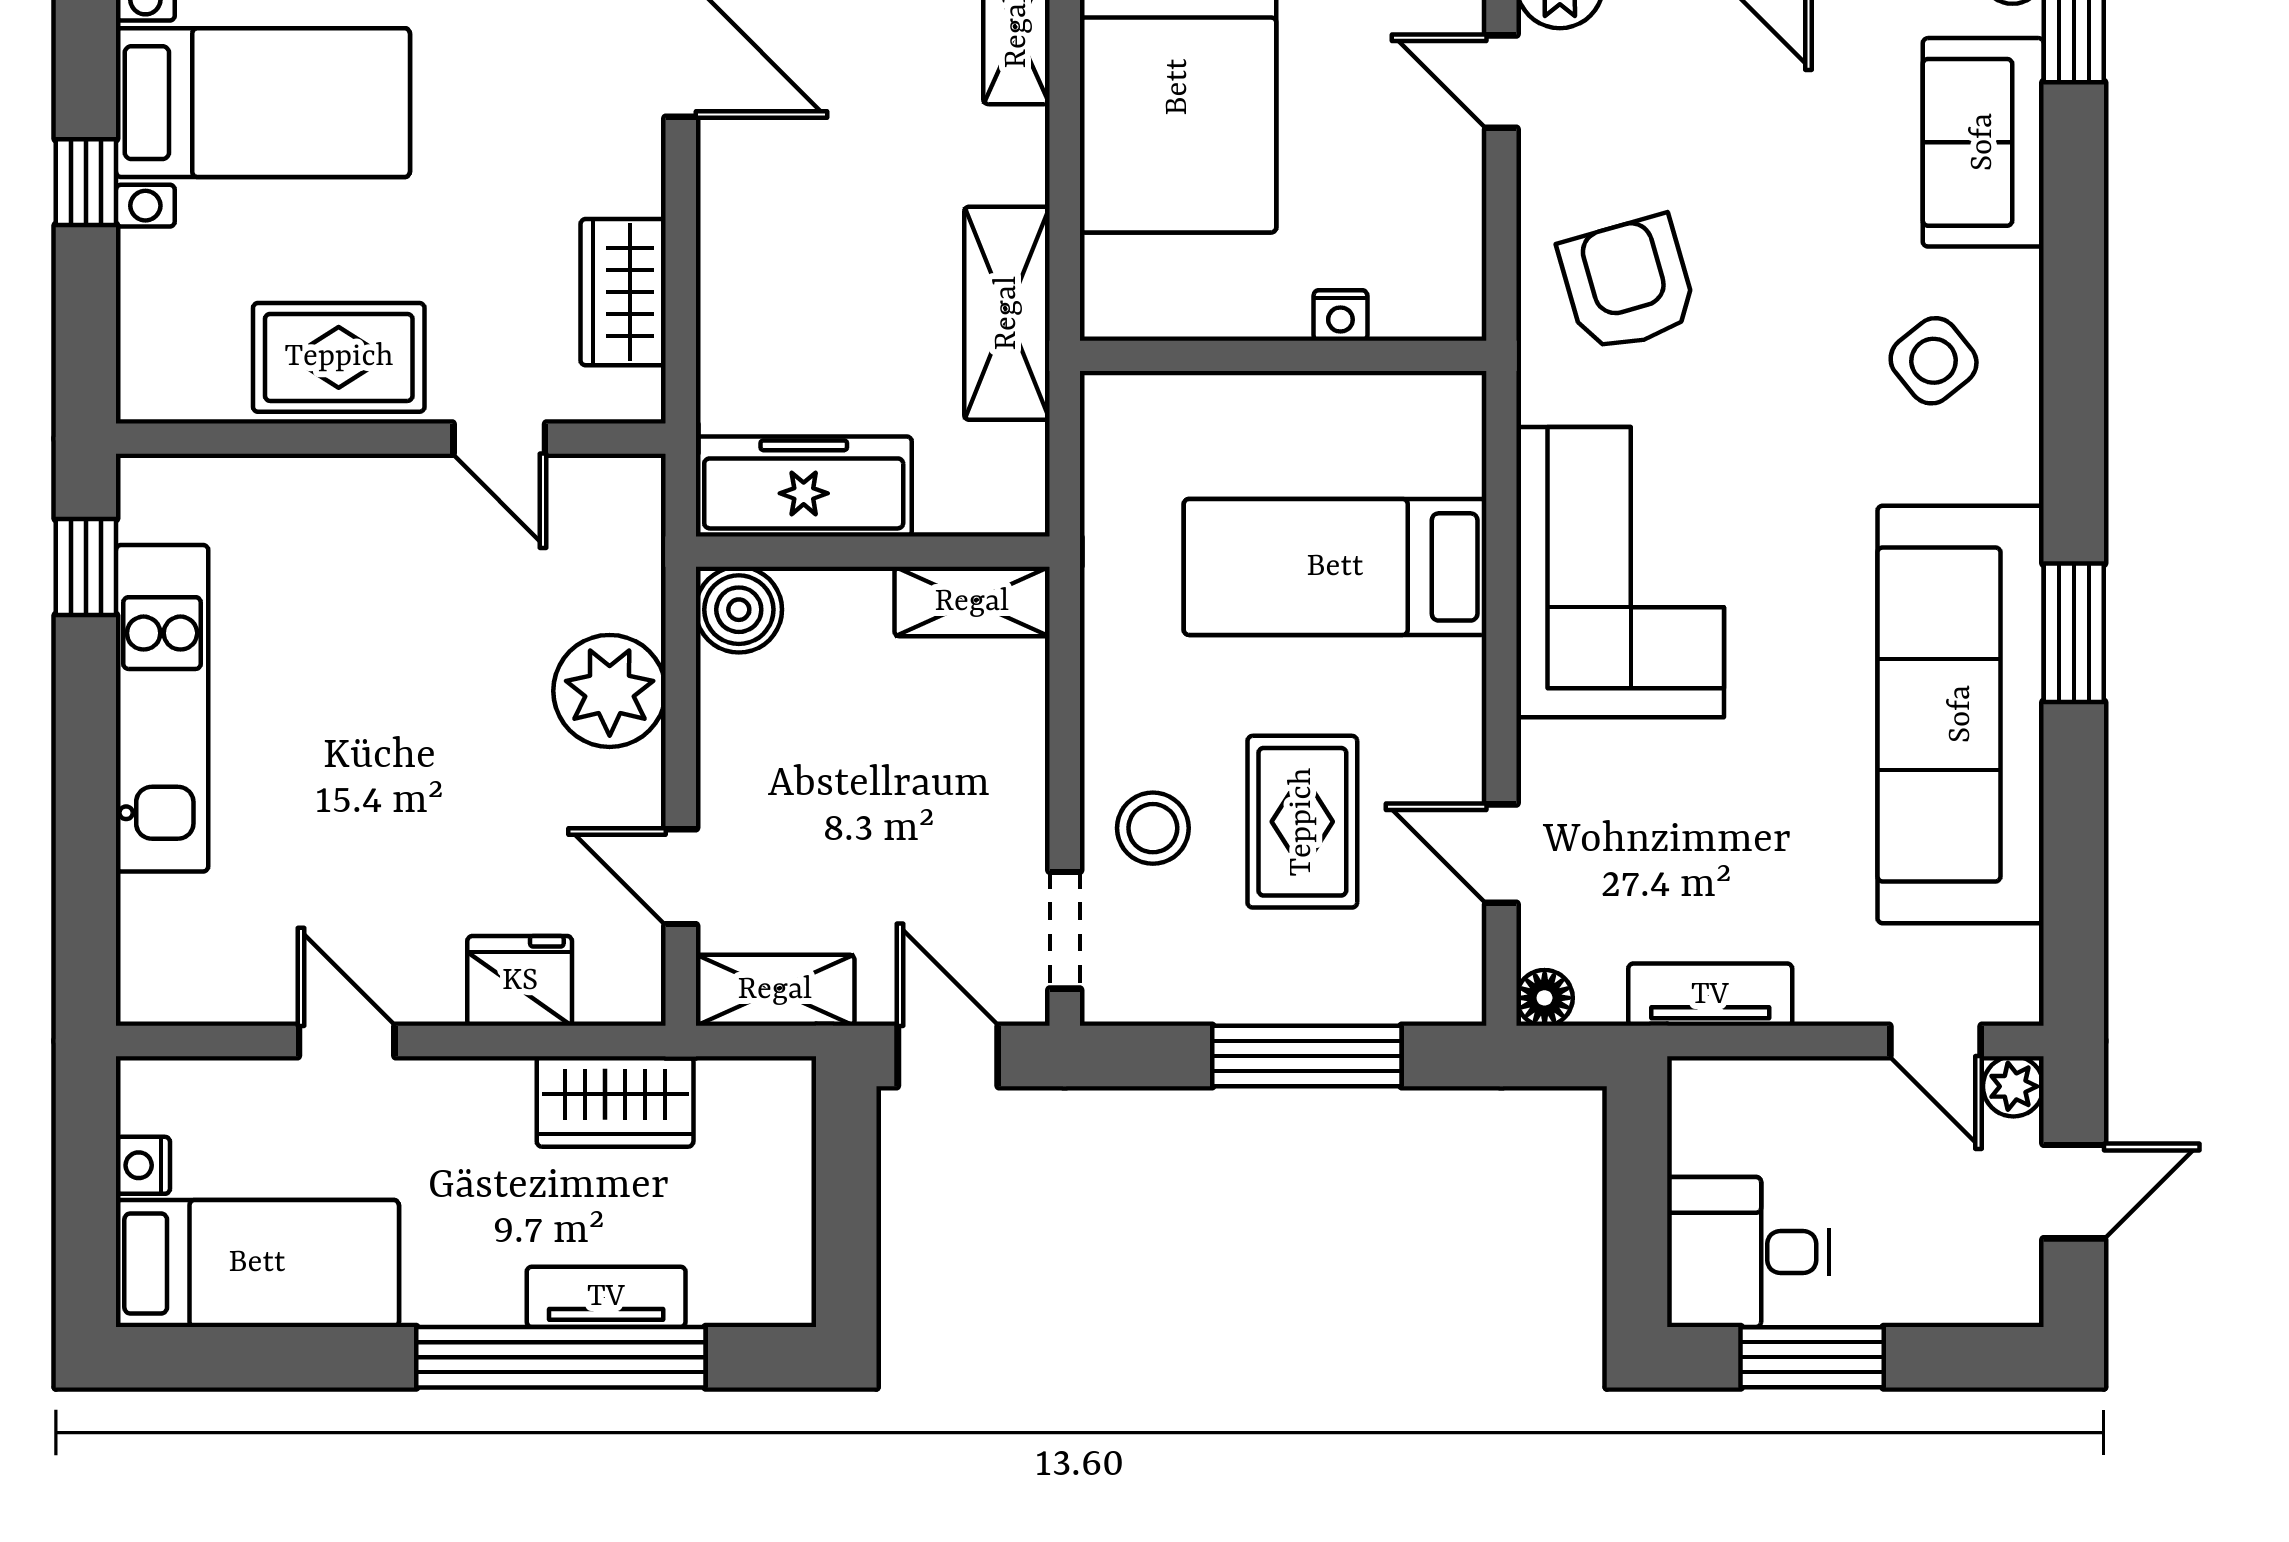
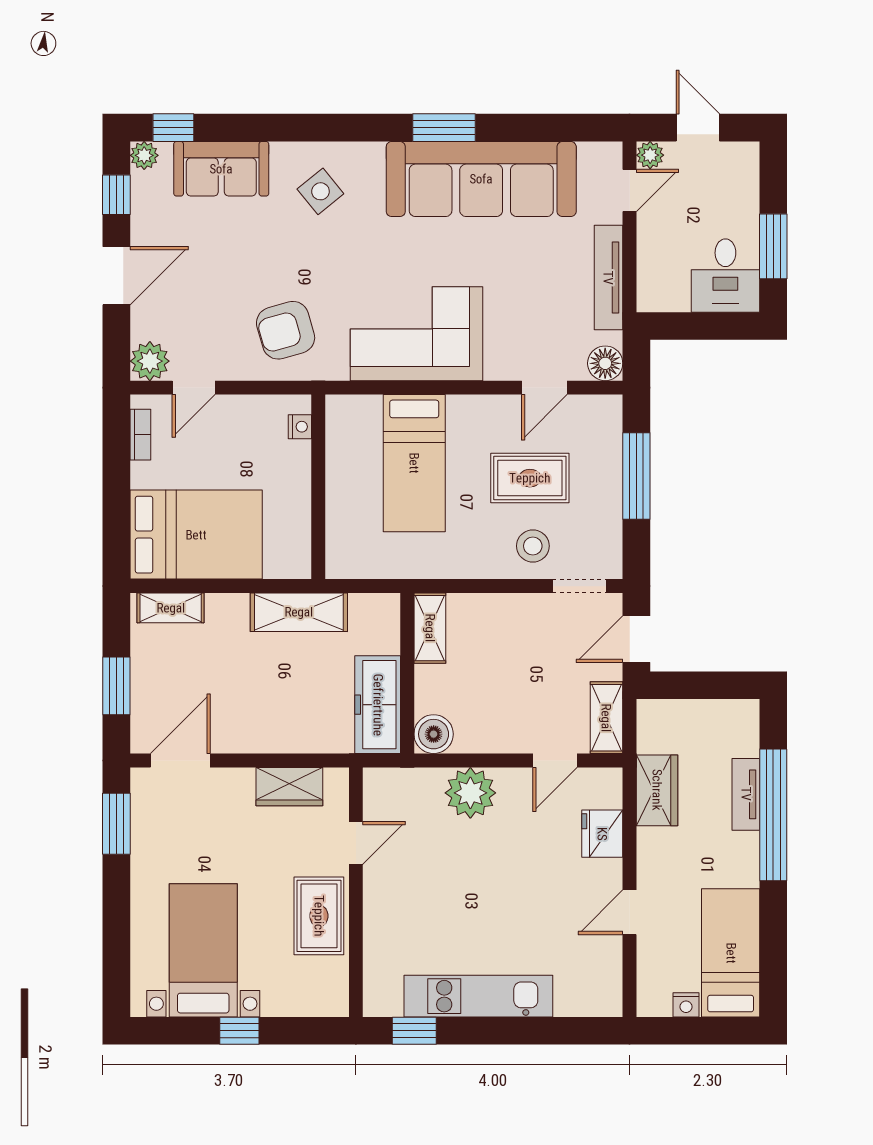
nightstand: (1340, 315) -> (300, 427), moved
tv unit: (1710, 995) -> (608, 278), width x1.41
floor lamp: (1545, 998) -> (605, 363), width x1.37, depth x1.37

